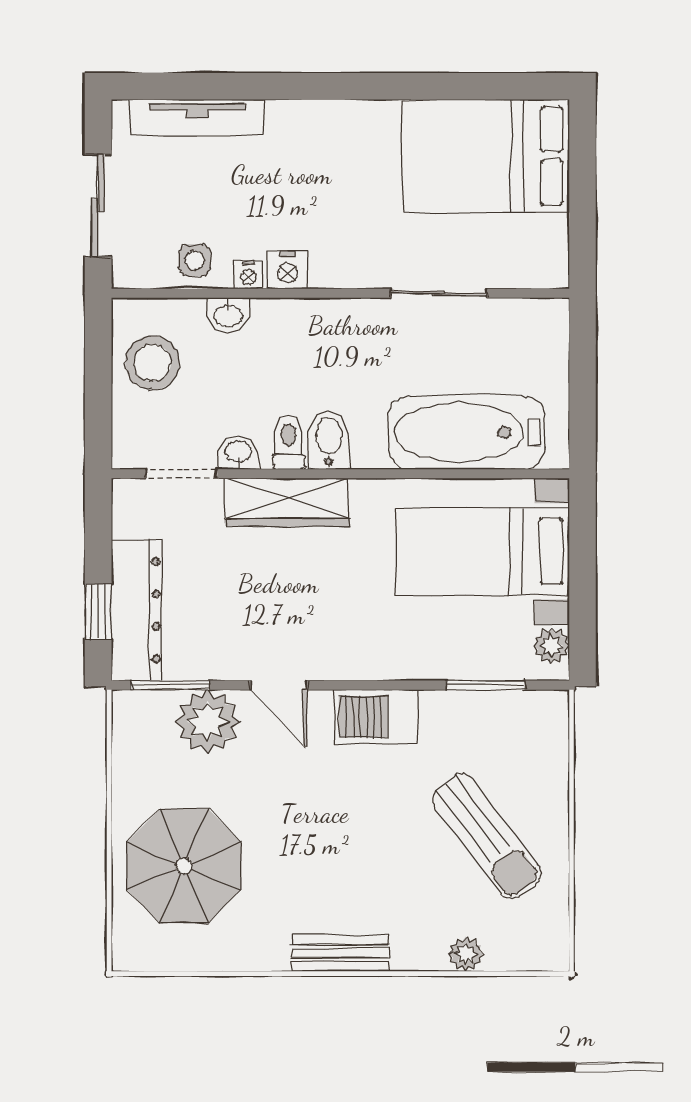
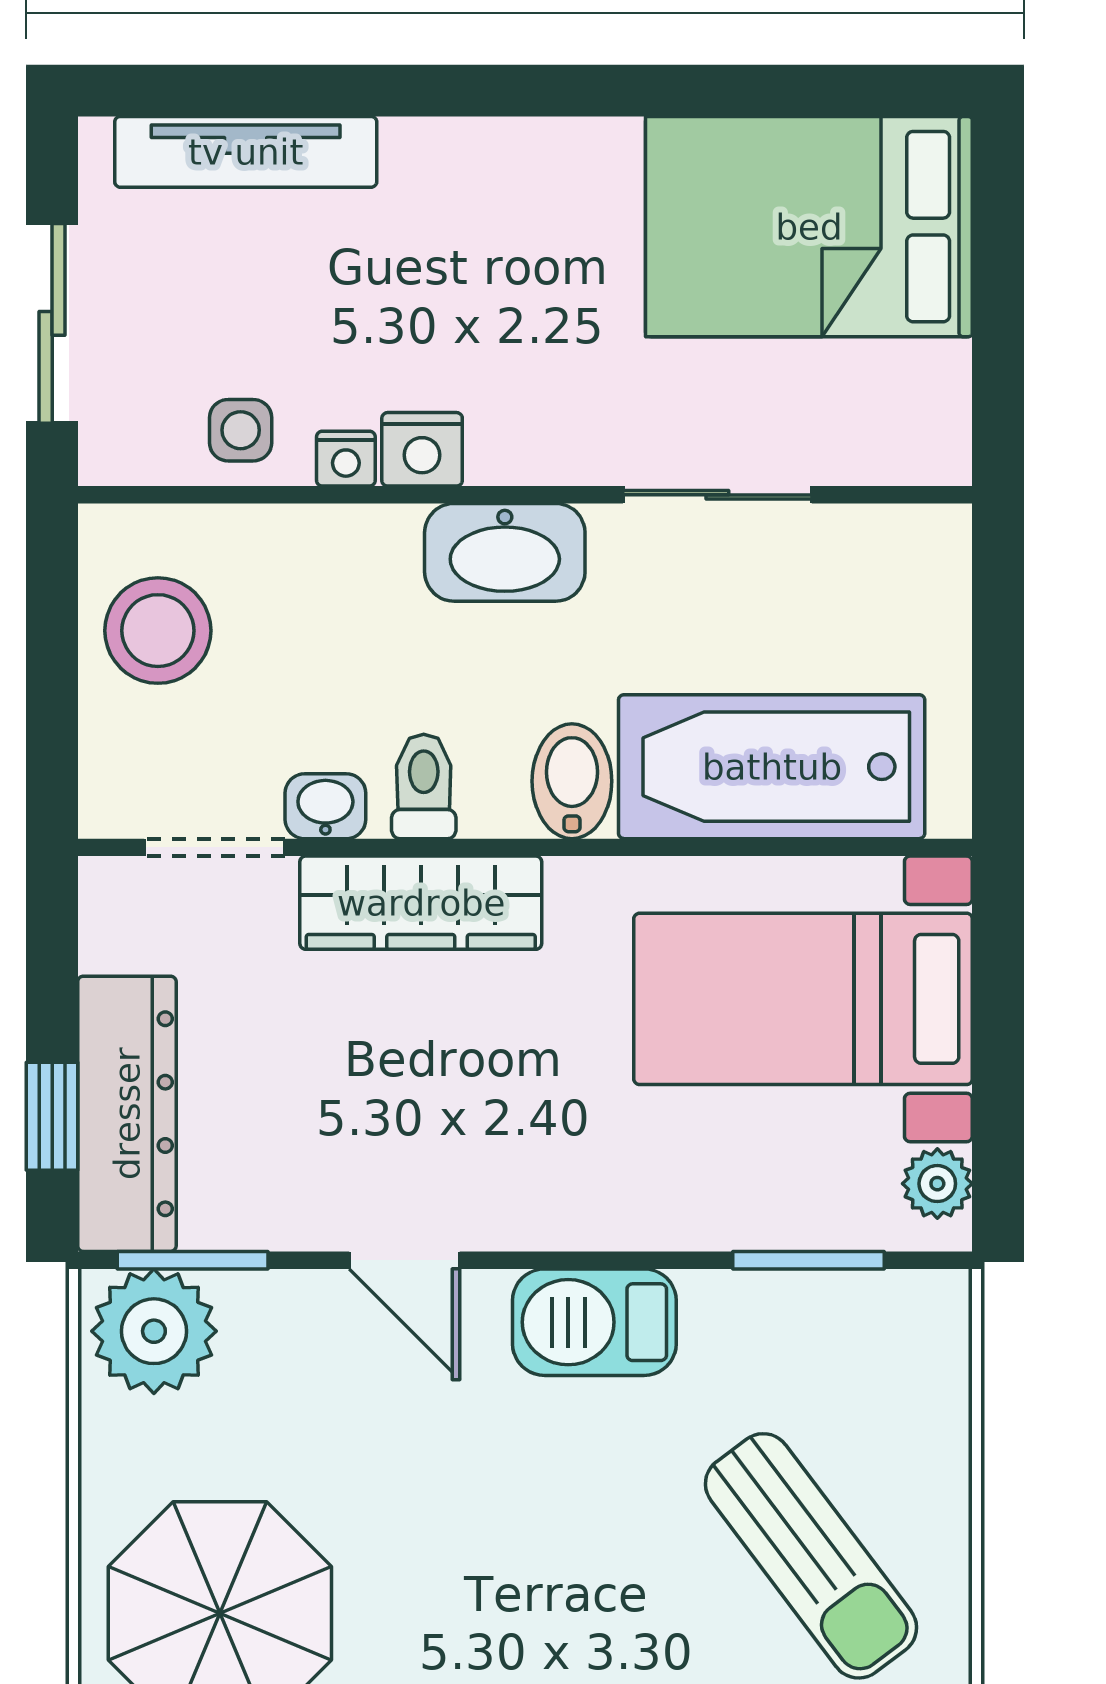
washbasin: (228, 315) -> (505, 552), moved, width x1.91, depth x1.45
bidet: (329, 440) -> (572, 781), moved
plant: (208, 722) -> (154, 1331), moved

